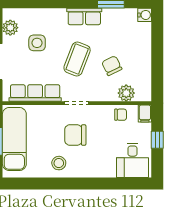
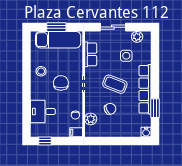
row of seats: (84, 17) -> (145, 89), width x2.02
row of seats: (35, 93) -> (91, 54), width x0.68
window: (157, 140) -> (45, 141), moved
desk: (133, 160) -> (43, 112), moved

